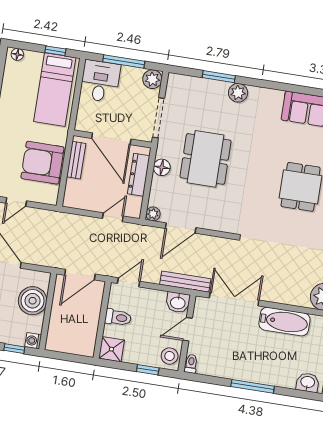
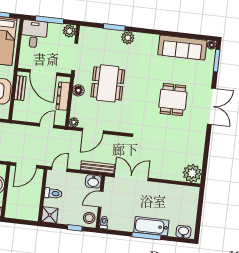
bathtub: (284, 322) -> (151, 226), moved, turned 180

